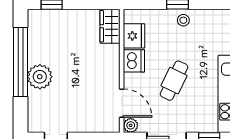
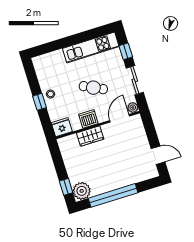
wardrobe: (110, 26) -> (90, 136), moved
fridge: (134, 36) -> (62, 127), moved
plant: (40, 77) -> (82, 191), moved

